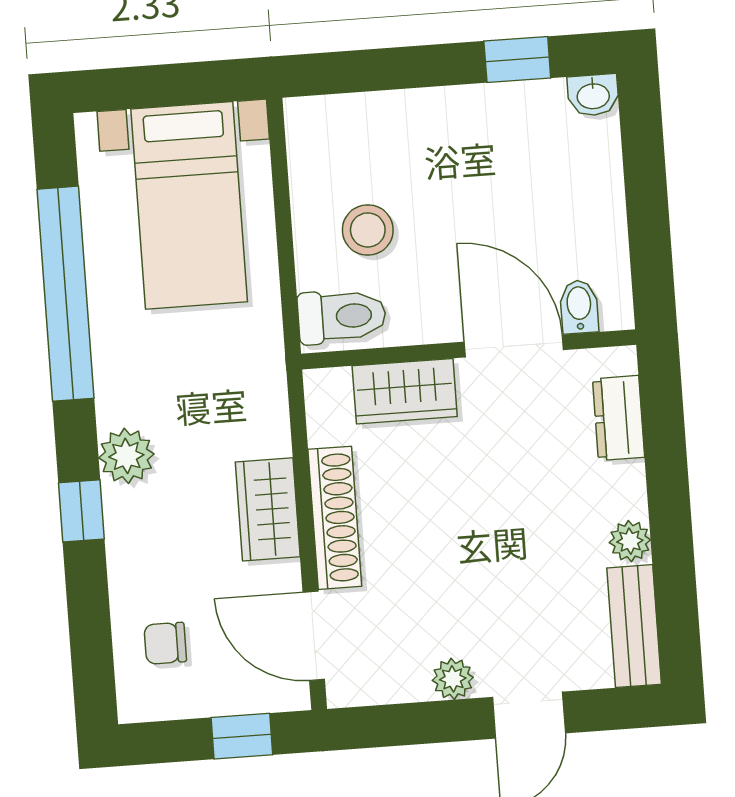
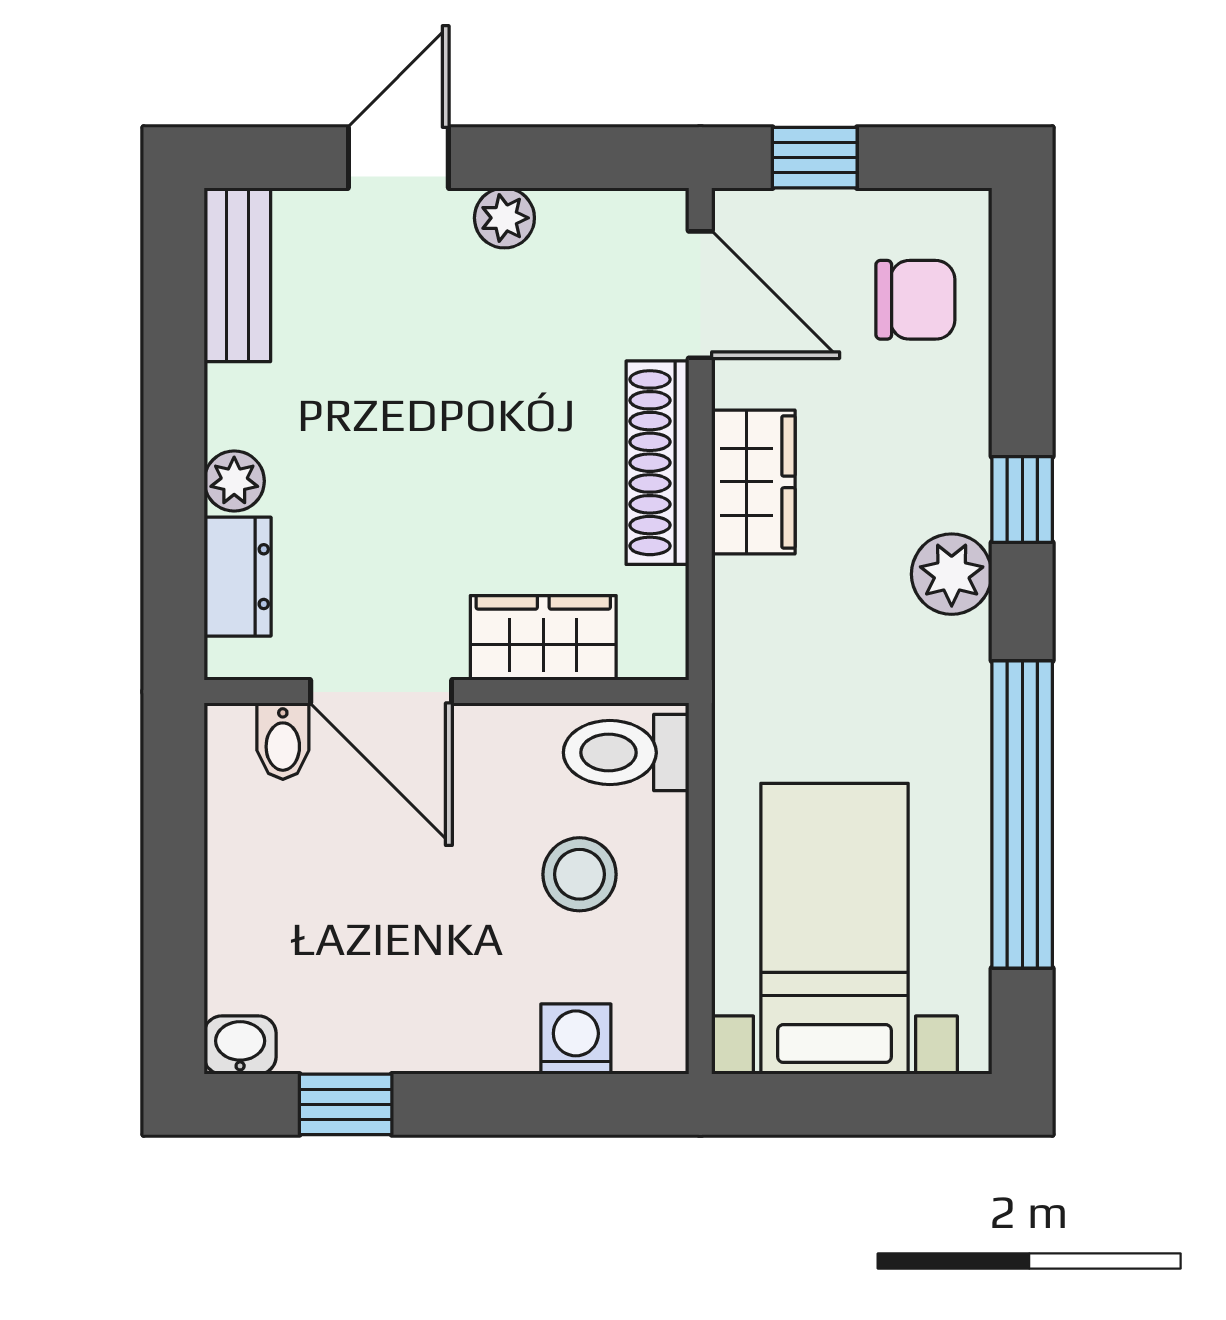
washing machine: (362, 116) -> (576, 1039), added
plant: (630, 541) -> (234, 481), moved
chair: (165, 643) -> (915, 300), width x1.37, depth x1.37

